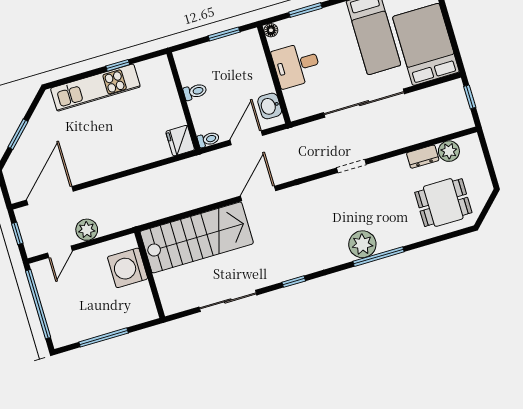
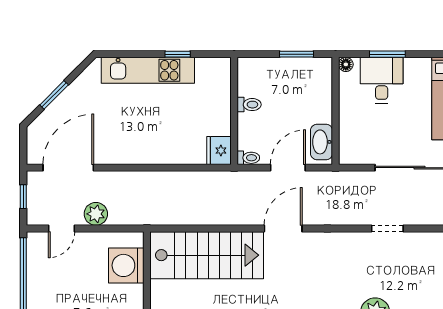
desk: (296, 65) -> (382, 80), moved, turned 90
washbasin: (270, 106) -> (322, 142), width x1.38

